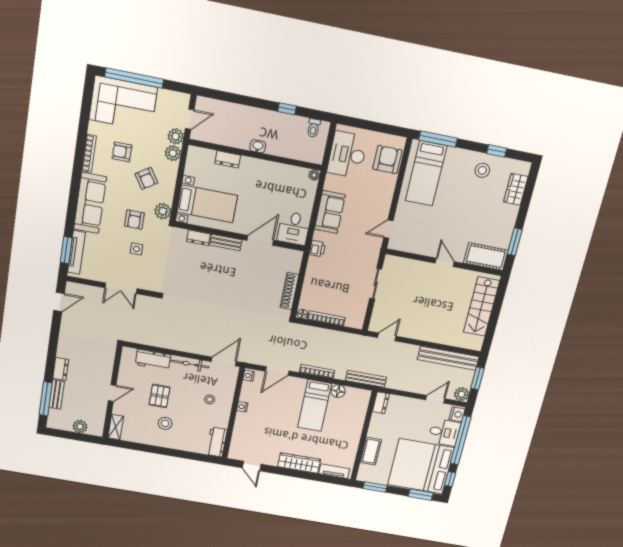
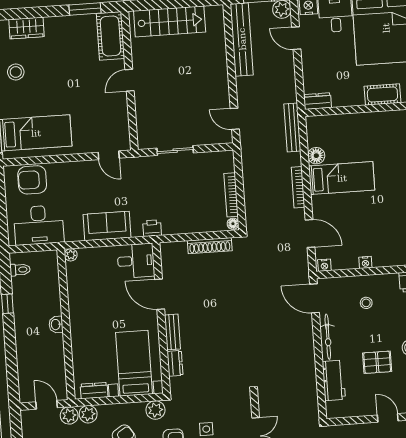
dresser: (228, 159) -> (94, 391), moved, turned -90

